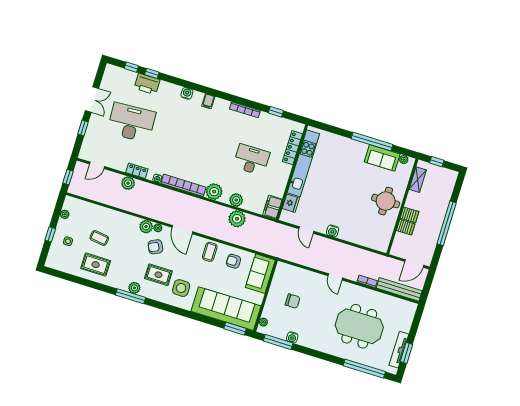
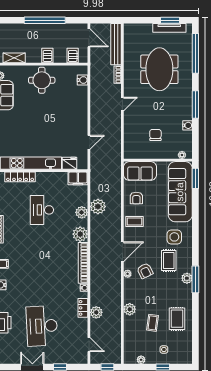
plant: (146, 227) -> (130, 309), moved
server rack: (406, 227) -> (73, 55), moved
water cooler: (333, 231) -> (83, 80), moved
window: (278, 342) -> (195, 104), moved

